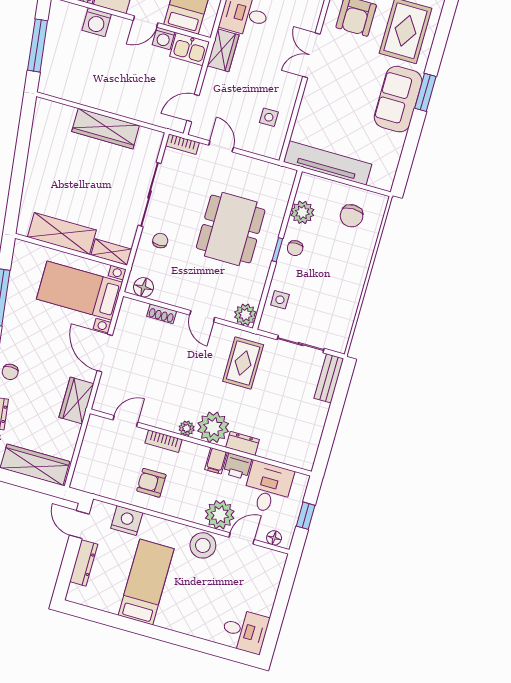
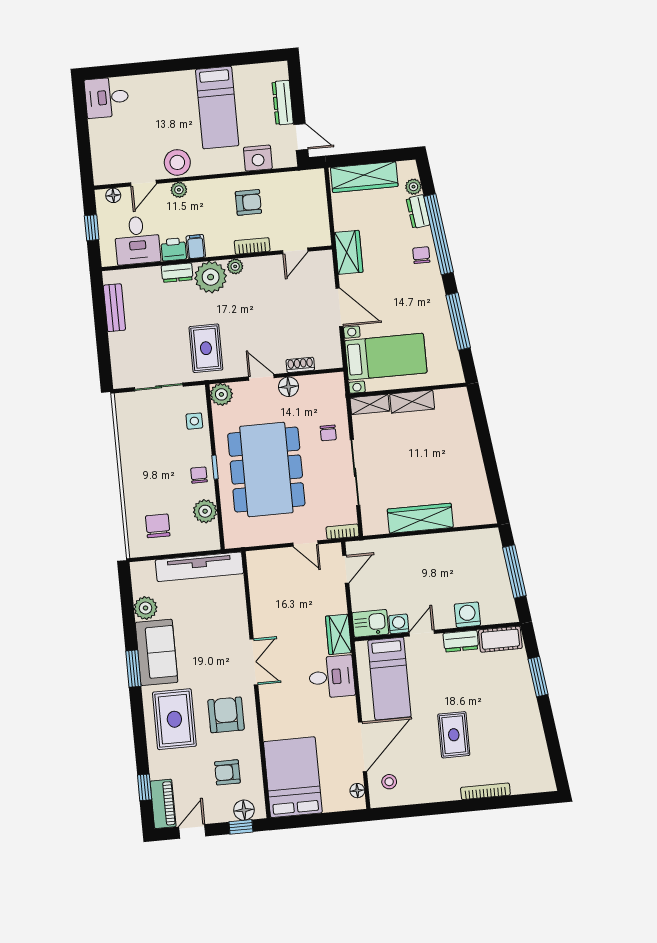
side table: (269, 117) -> (271, 588), removed
plant: (392, 144) -> (146, 608), added
dining table: (231, 229) -> (266, 470), width x1.36, depth x1.24
shelving: (62, 234) -> (412, 402), width x0.67, depth x0.75
floor lamp: (144, 287) -> (288, 387), moved
bench: (329, 378) -> (114, 308), moved
plant: (220, 515) -> (179, 190), width x0.53, depth x0.53

